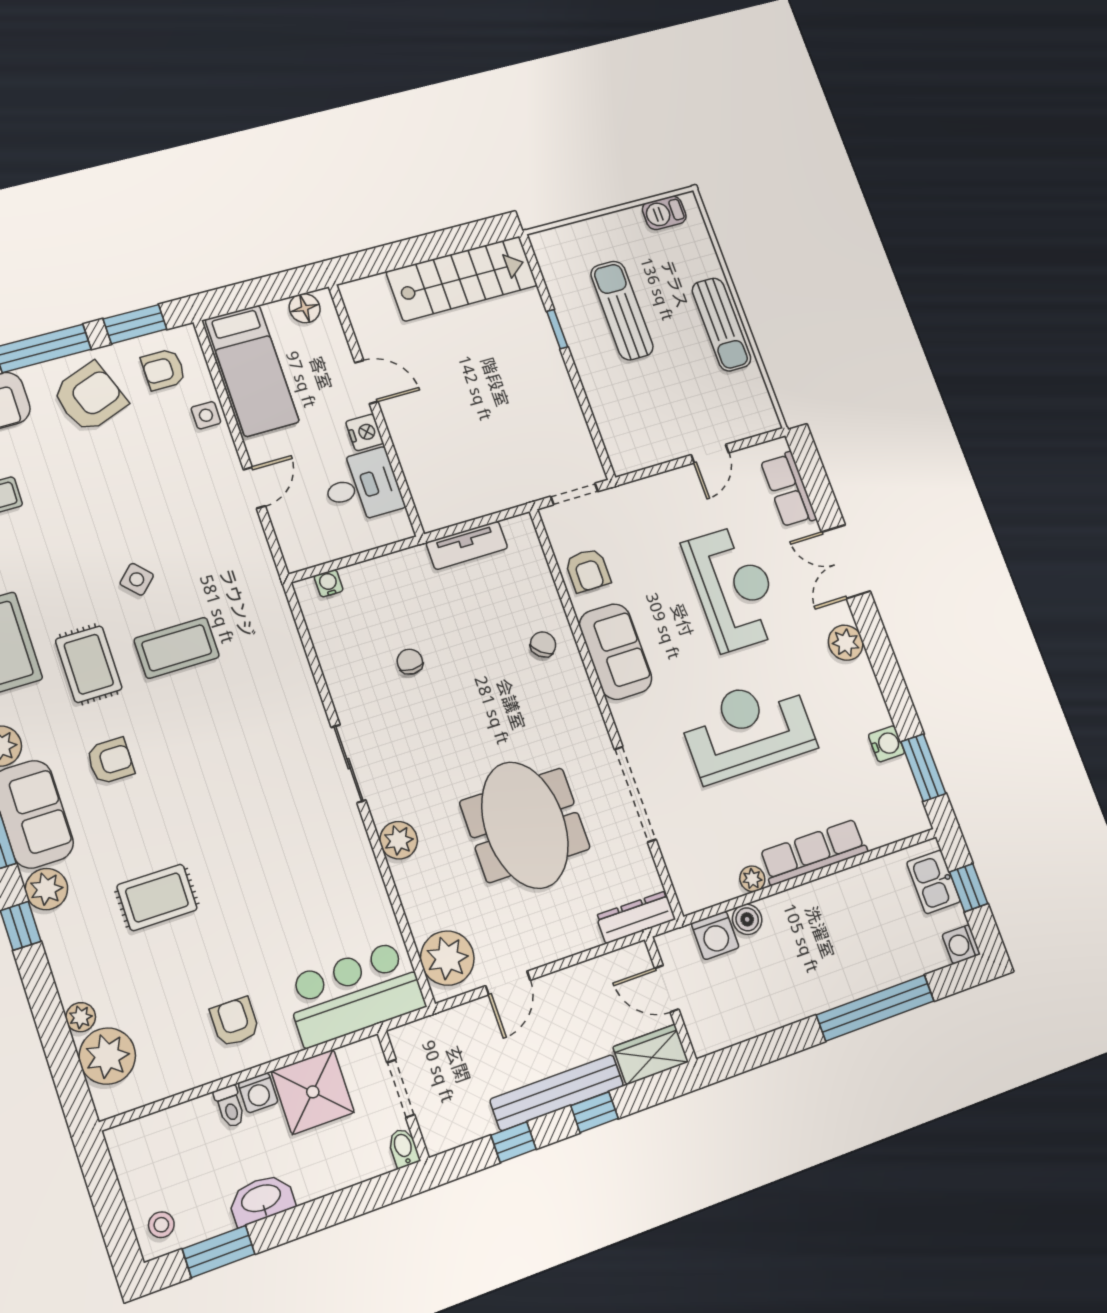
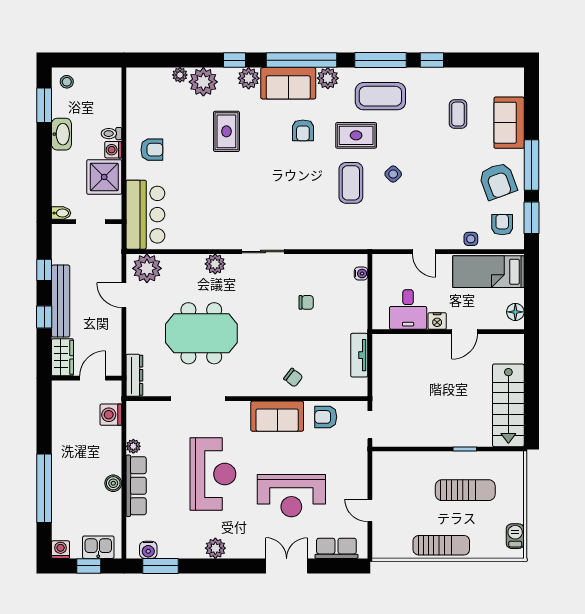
sun lounger: (721, 324) -> (441, 545), turned 180
plant: (846, 643) -> (215, 548), moved
water cooler: (886, 744) -> (148, 550), moved
boiler: (747, 919) -> (113, 483), moved
plant: (107, 1056) -> (203, 82), moved

